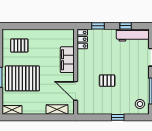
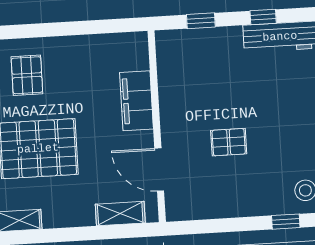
locker: (82, 39) -> (167, 53), removed
pallet: (19, 46) -> (27, 75), turned 90
window: (118, 117) -> (286, 222), moved

